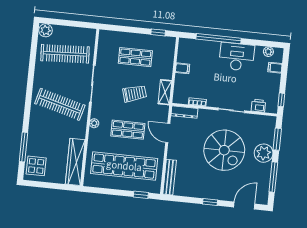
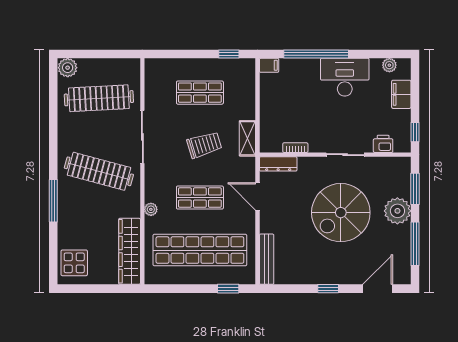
filing cabinet: (183, 68) -> (269, 65), moved
filing cabinet: (275, 68) -> (401, 94), width x2.00
plant: (94, 123) -> (151, 209), moved
window: (23, 147) -> (53, 201), moved
spiral stairs: (224, 150) -> (341, 213), turned 90

